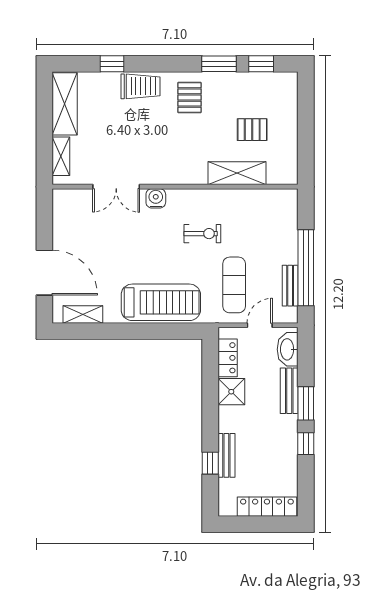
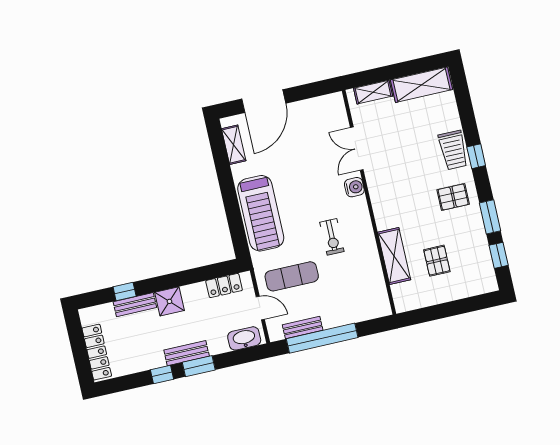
window: (112, 64) -> (476, 156), moved
bench: (289, 391) -> (187, 353), moved
shower: (231, 392) -> (169, 301), moved

